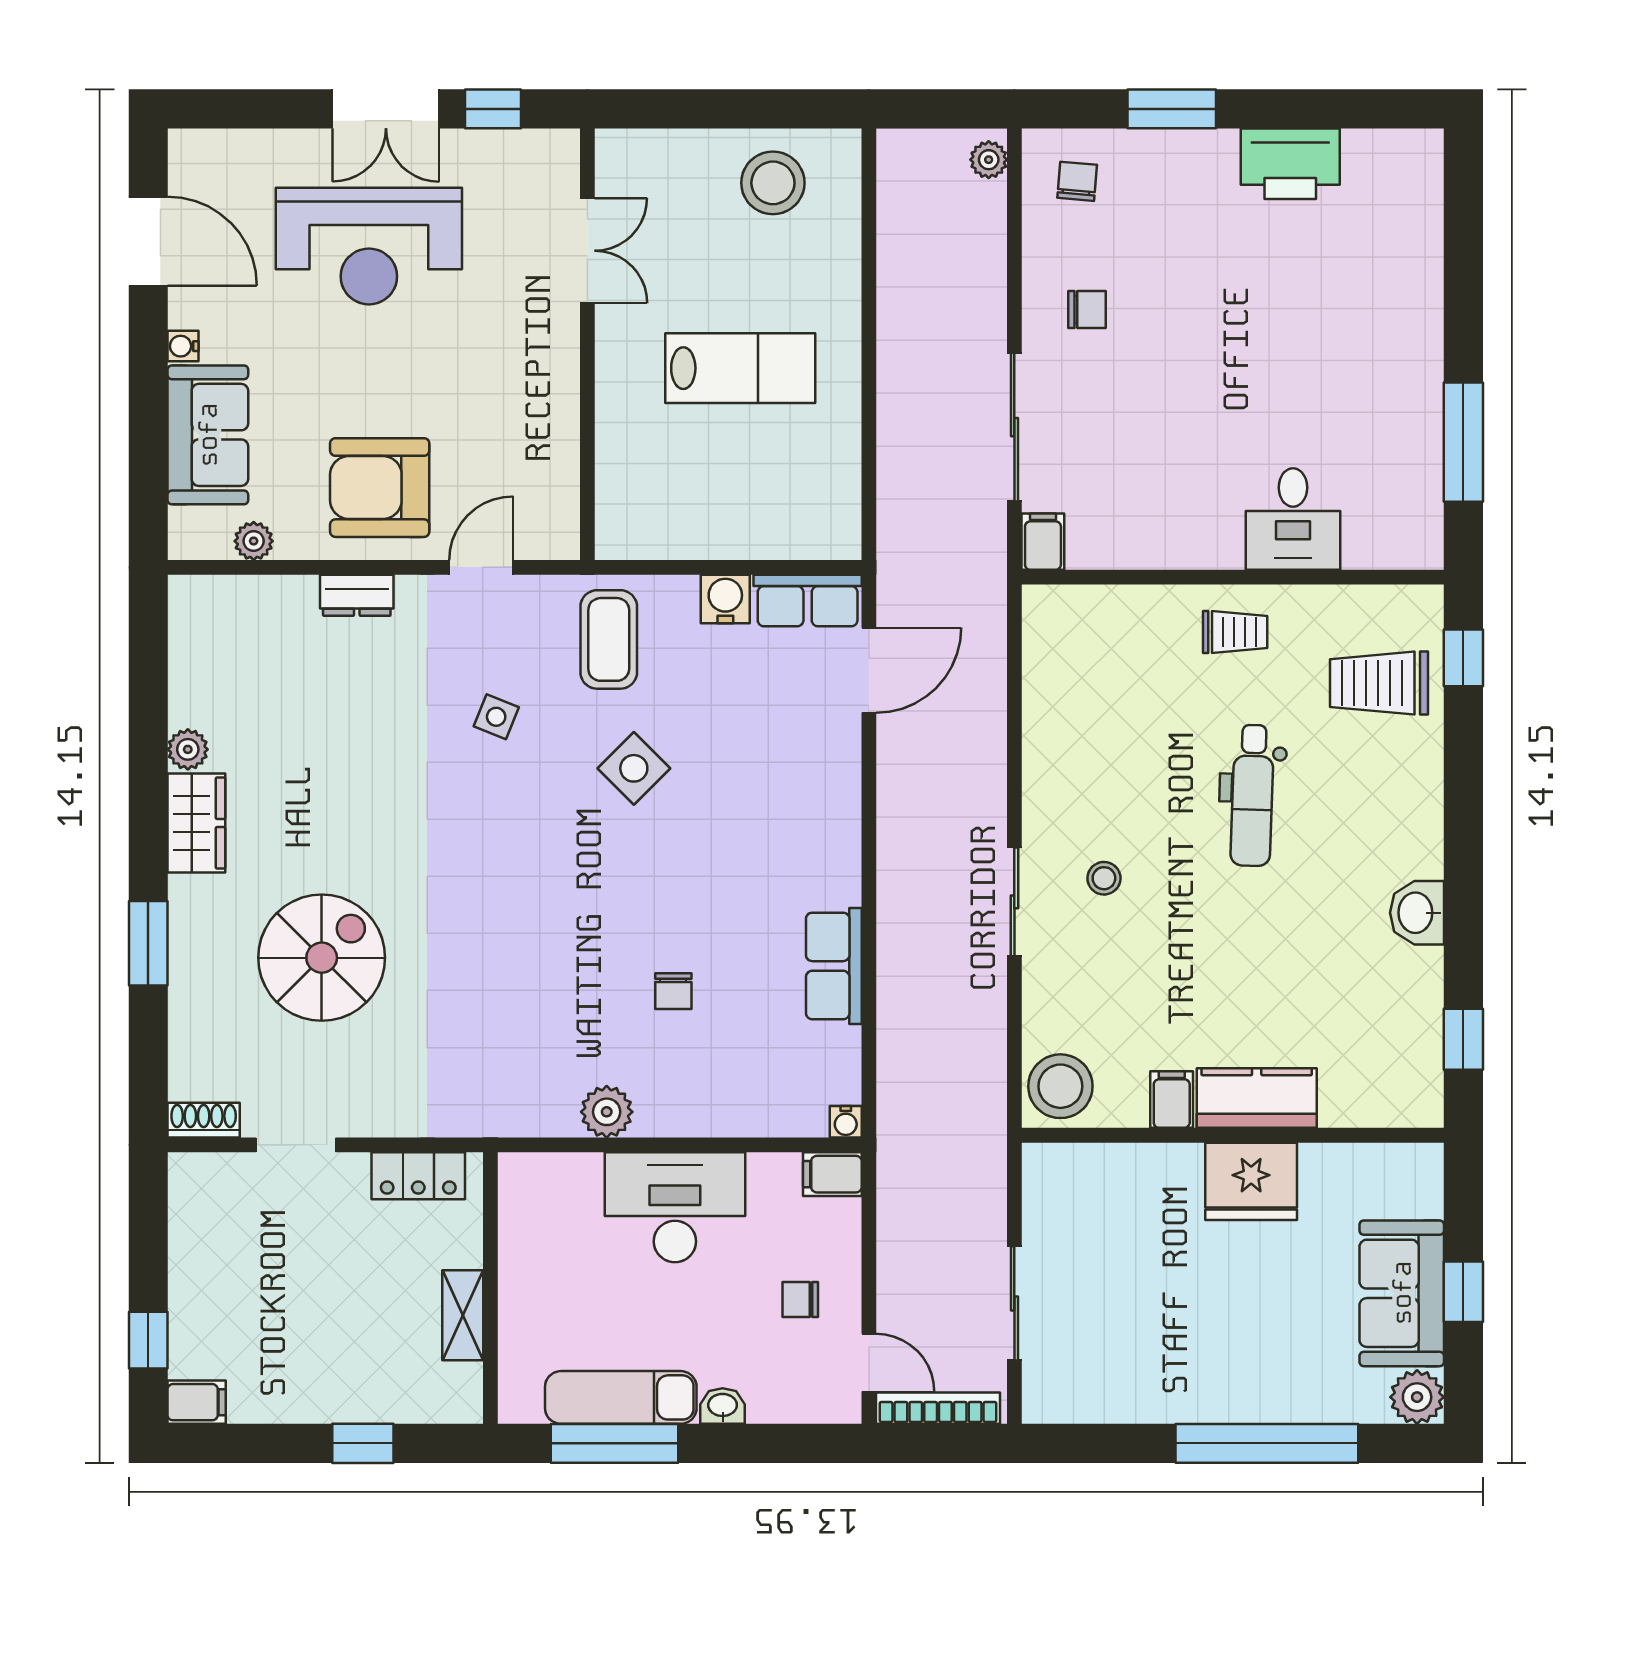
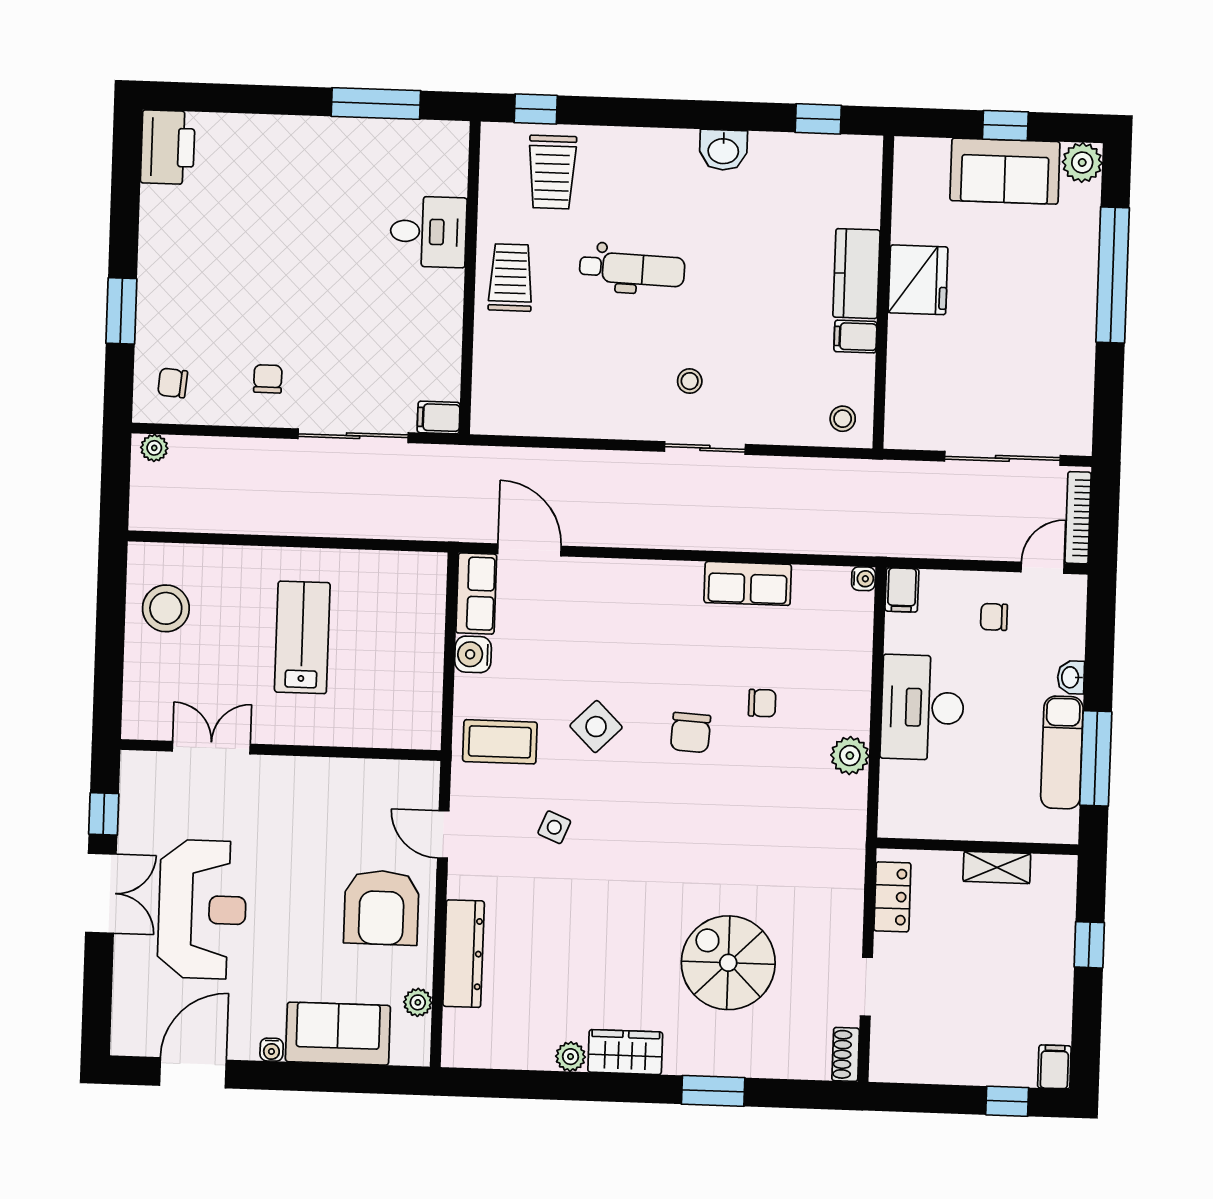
printer: (1290, 164) -> (168, 147), moved
dresser: (357, 595) -> (464, 954), width x1.96, depth x1.24
trolley: (1235, 632) -> (511, 277), width x1.36, depth x1.39
chair: (630, 896) -> (691, 733), added
stool: (1060, 1086) -> (843, 419), width x0.53, depth x0.53
chair: (800, 1300) -> (994, 617), turned 90
sliding door: (1014, 1303) -> (1002, 458), width x1.37

